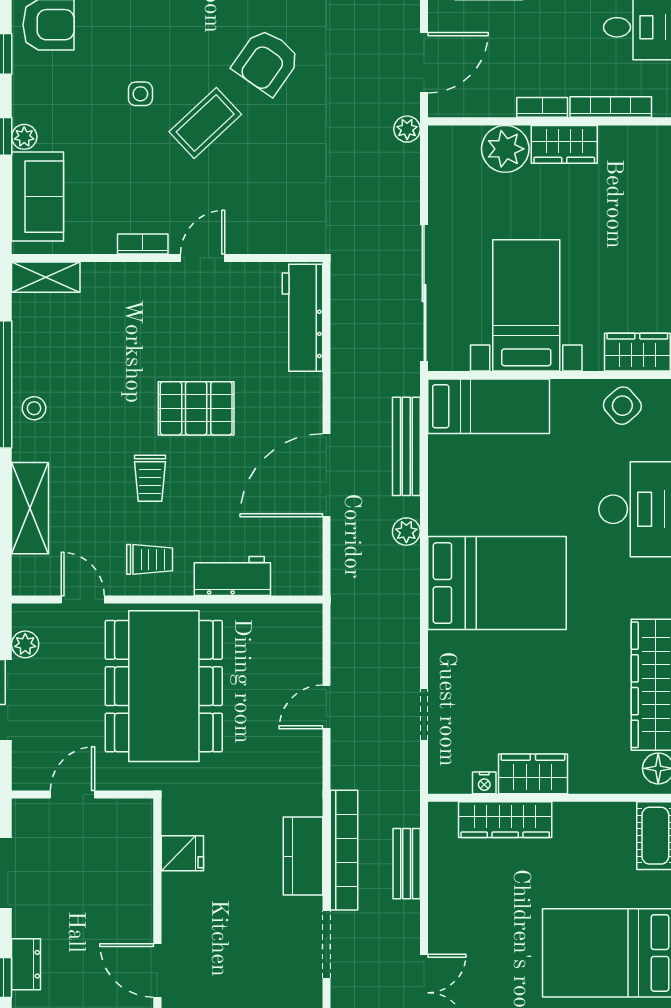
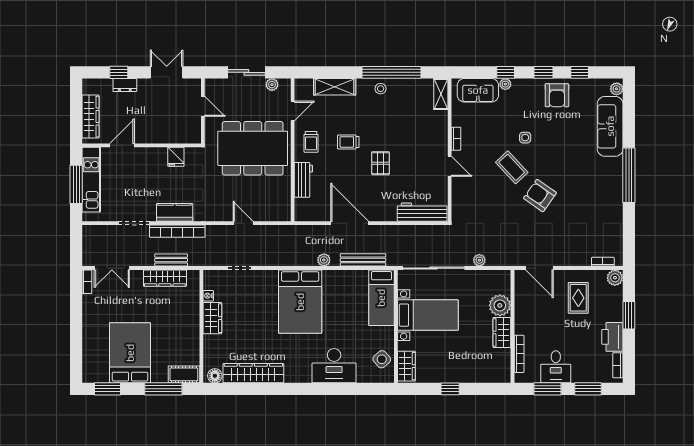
bookcase: (542, 107) -> (519, 322), removed
plant: (407, 129) -> (479, 260), moved
pallet: (196, 408) -> (381, 163), width x0.67, depth x0.71
wardrobe: (505, 820) -> (165, 278), moved, turned -90

